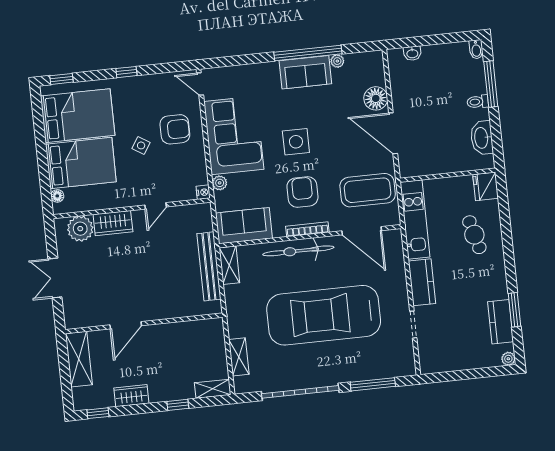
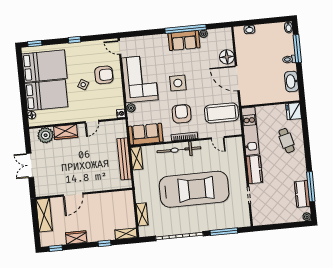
door: (362, 231) -> (218, 138), width x0.53
window: (515, 310) -> (311, 187), width x1.44
car: (324, 315) -> (194, 189), turned 180

